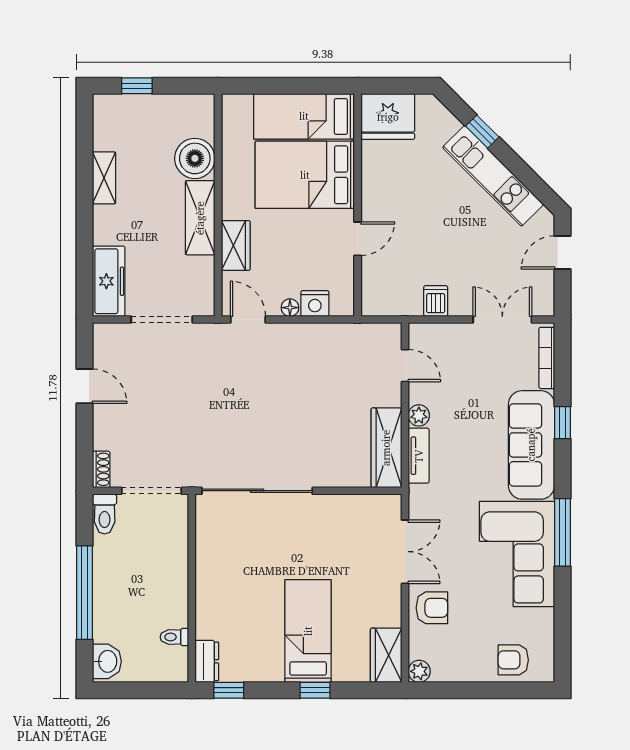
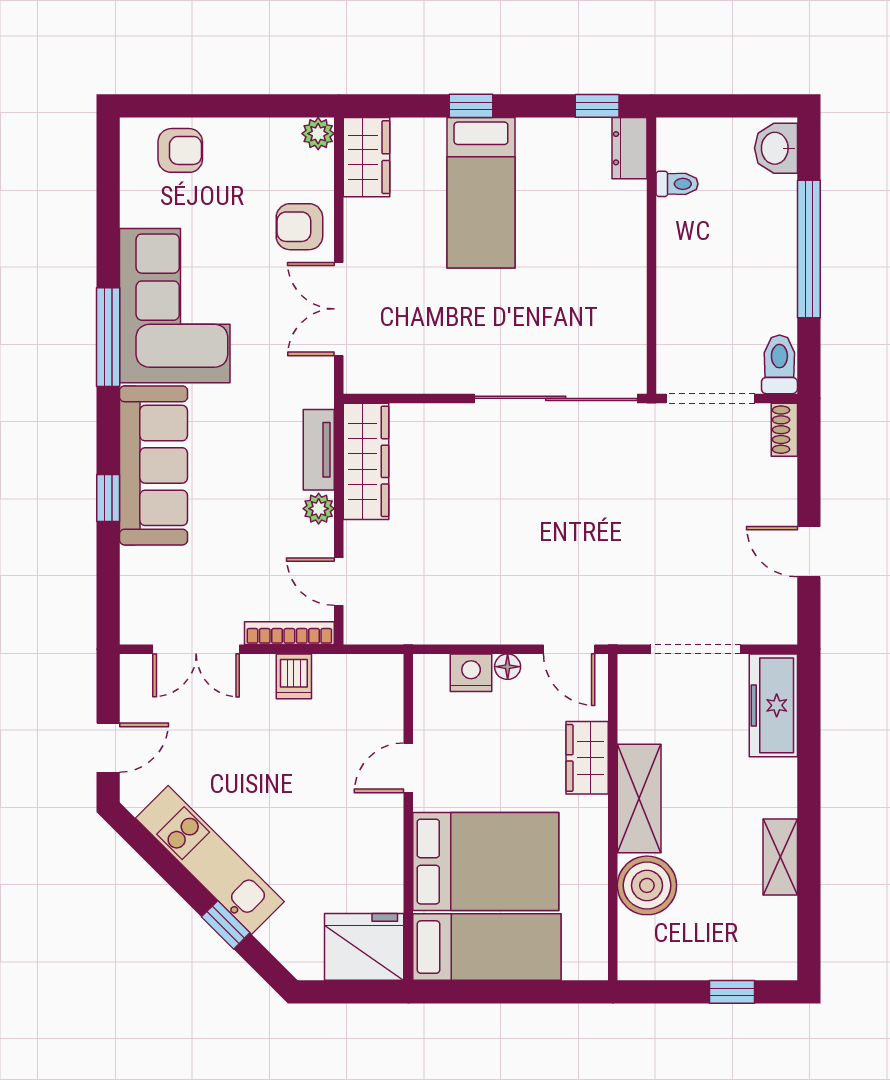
bookcase: (547, 358) -> (289, 633), moved, turned -90

